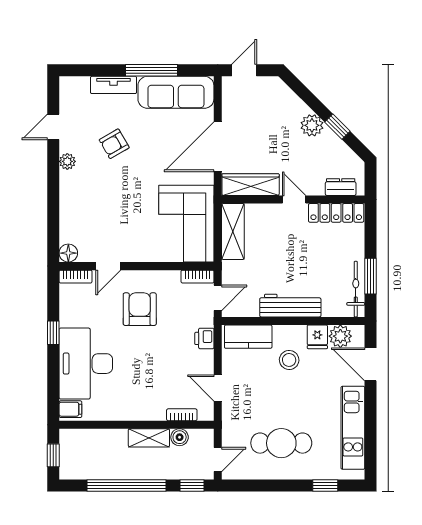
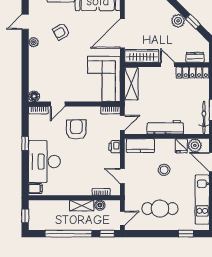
stool: (289, 360) -> (164, 170), moved

